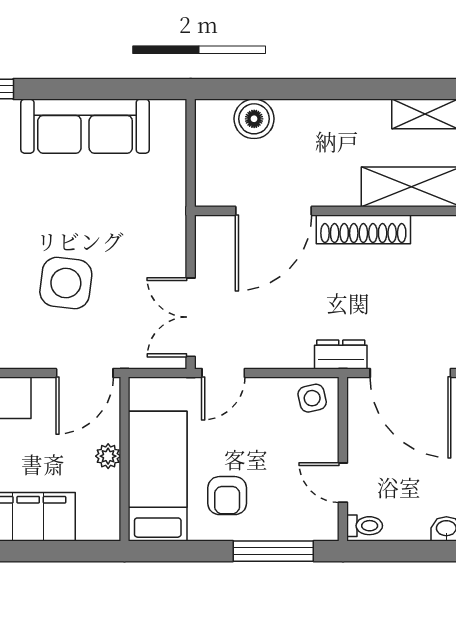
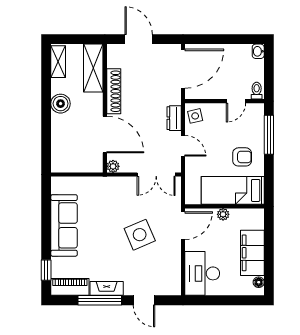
boiler: (254, 119) -> (61, 104), moved
plant: (208, 228) -> (113, 166), added
side table: (66, 283) -> (140, 235), turned -30
dresser: (341, 354) -> (174, 118), moved
door: (85, 373) -> (183, 226), hinge flipped
door: (223, 373) -> (183, 146), moved

